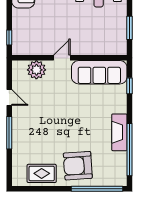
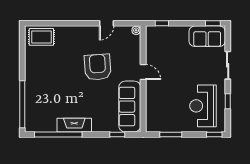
plant: (36, 70) -> (136, 30), moved, width x0.53, depth x0.53
window: (9, 133) -> (74, 23), removed
armchair: (78, 166) -> (98, 67), moved
rug: (42, 173) -> (41, 37), moved, turned 90

